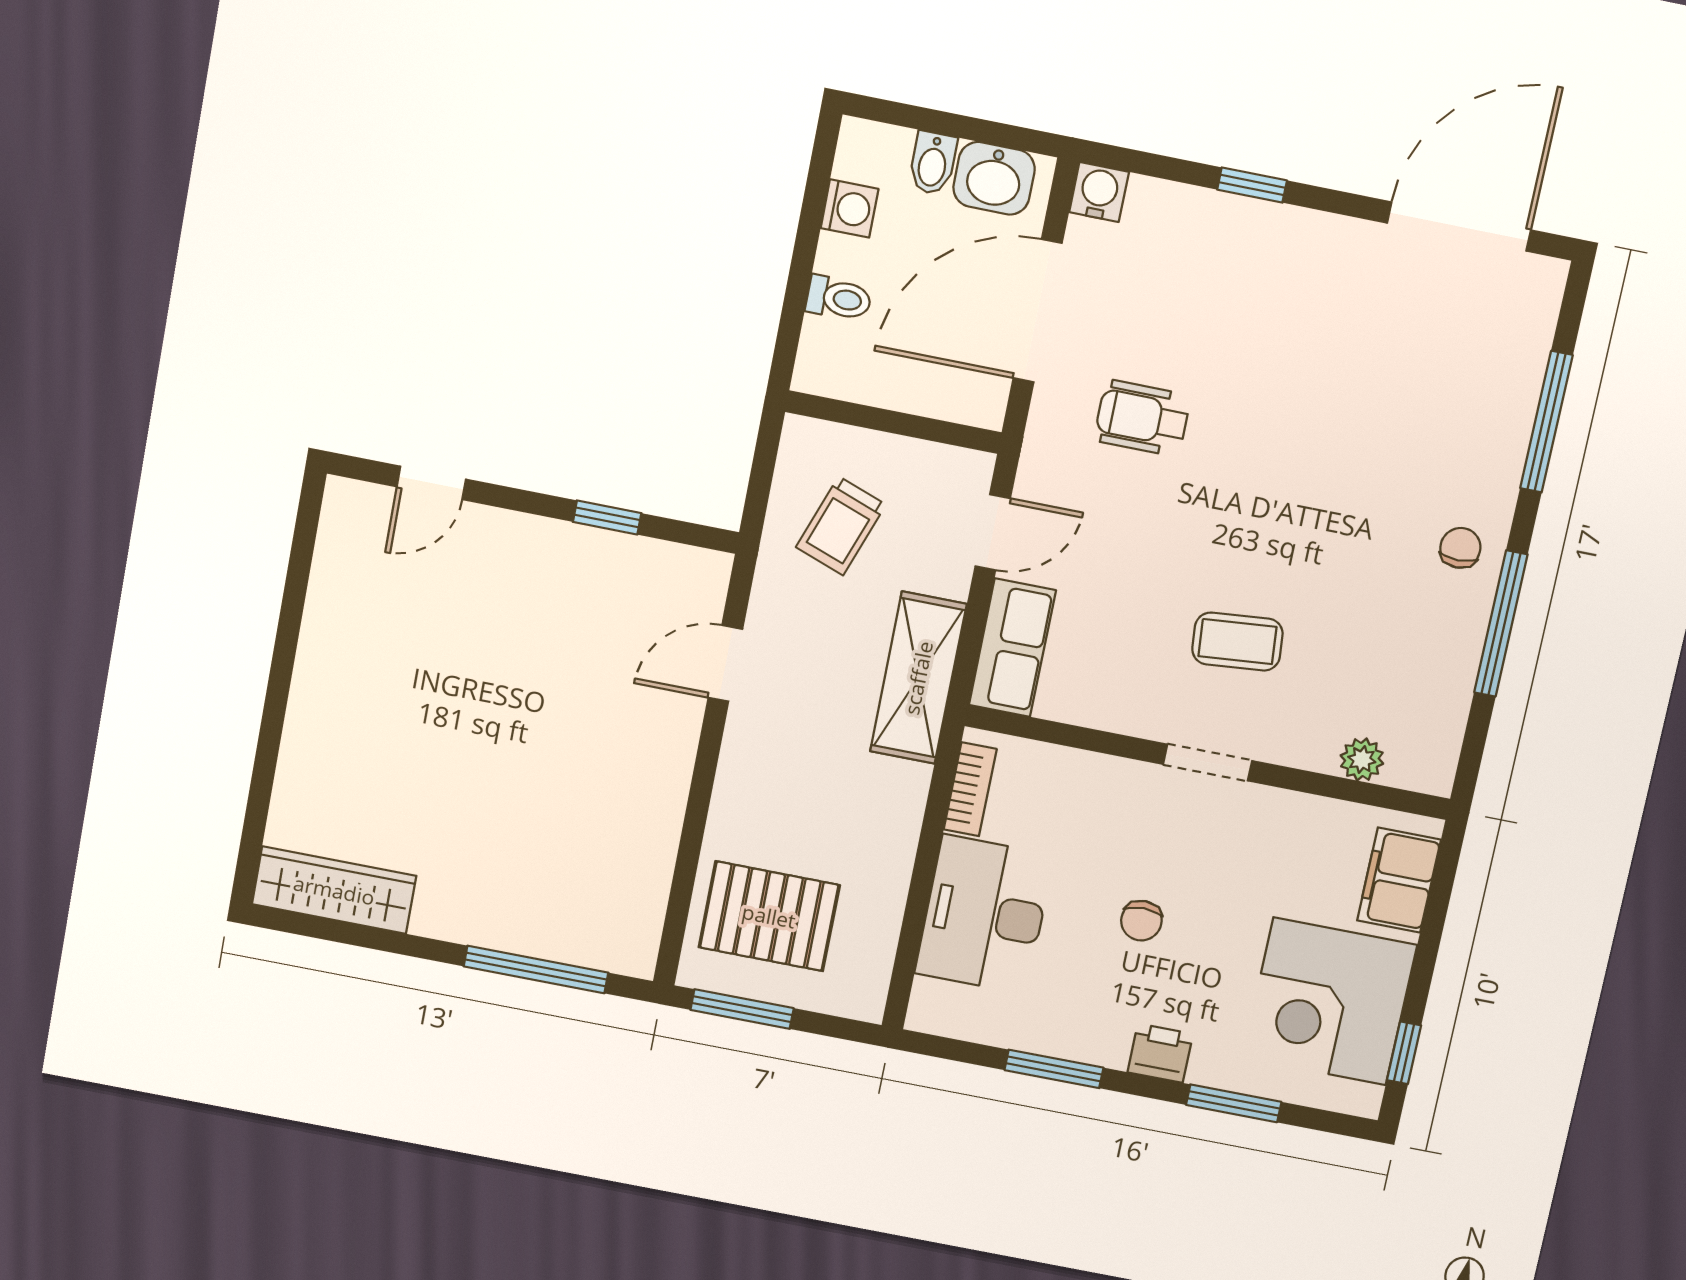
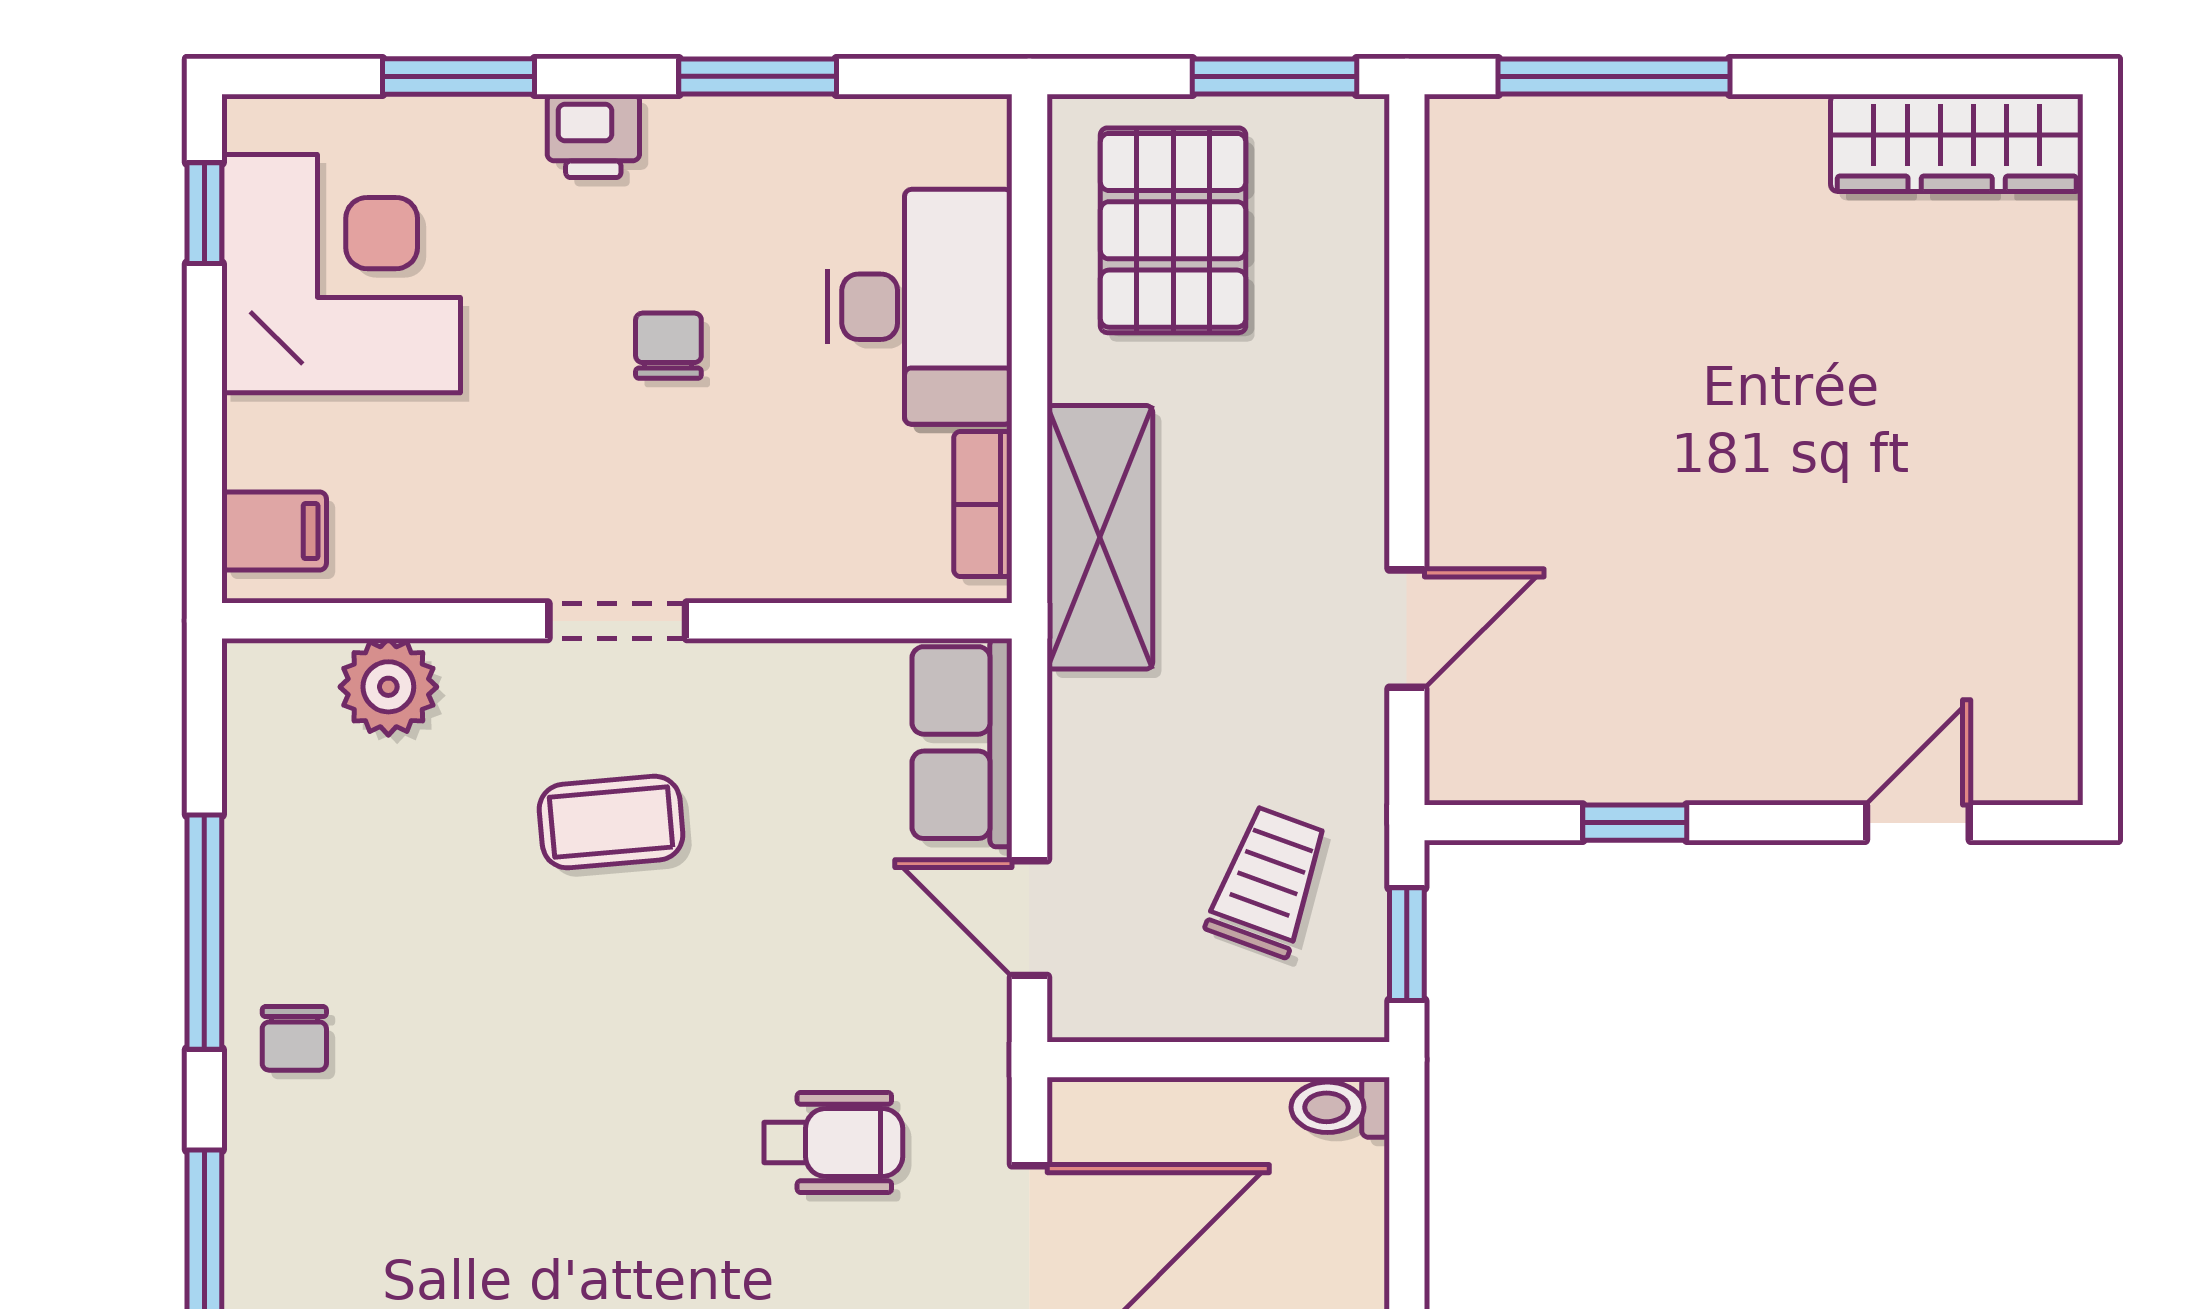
toilet: (839, 298) -> (1340, 1107), moved
window: (762, 470) -> (1407, 944), added
door: (993, 532) -> (1029, 918), hinge flipped
shelving: (918, 678) -> (1100, 537), moved
plant: (1362, 760) -> (388, 687), width x1.38, depth x1.38
filing cabinet: (1399, 880) -> (274, 531), width x0.50
pallet: (769, 916) -> (1173, 230), moved, turned 90

